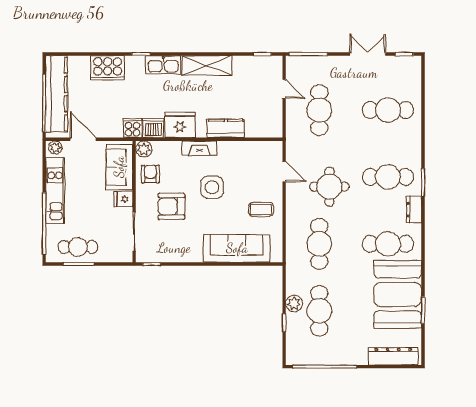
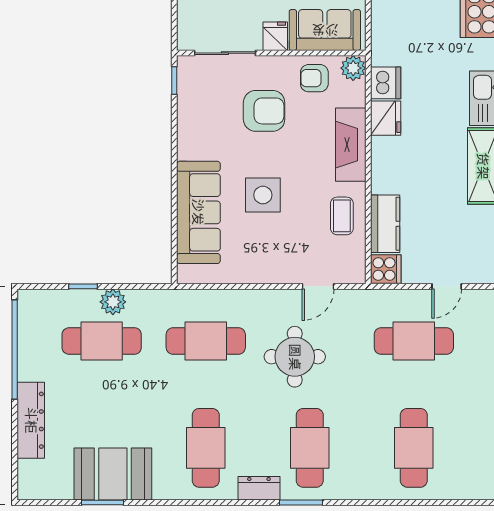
fridge: (180, 125) -> (386, 118), width x0.73, depth x0.75
cooker: (133, 128) -> (386, 269), moved
kitchen counter: (226, 128) -> (385, 224), moved
fireplace: (199, 148) -> (351, 145), width x1.37, depth x1.32
armchair: (150, 174) -> (314, 78), turned 180
side table: (212, 187) -> (263, 195), moved
armchair: (171, 206) -> (264, 111), turned 90
coffee table: (261, 209) -> (342, 216), moved
booth: (398, 295) -> (113, 474), width x0.73, depth x0.70
dresser: (393, 356) -> (31, 420), moved

